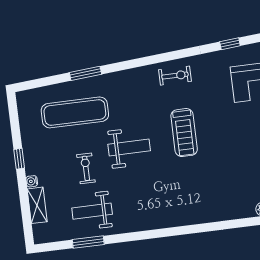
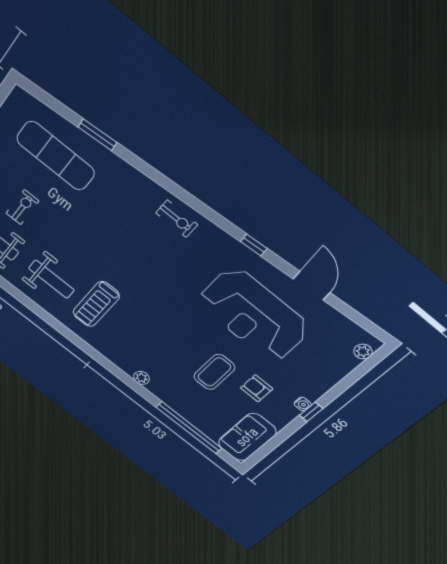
treadmill: (184, 133) -> (96, 304), moved
weight bench: (129, 148) -> (51, 279), moved

